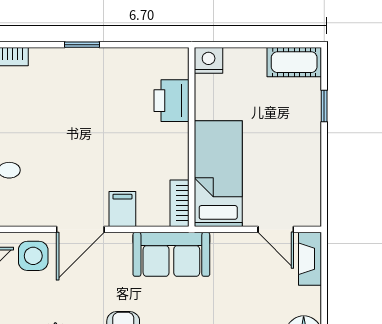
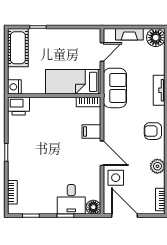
cot: (294, 62) -> (18, 48), width x1.37, depth x1.34
printer: (171, 101) -> (19, 106), moved
sofa: (171, 254) -> (115, 88), moved
fireplace: (310, 259) -> (129, 34), moved

